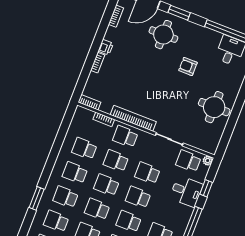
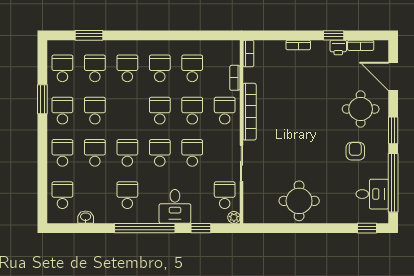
window: (179, 13) -> (393, 130), moved
window: (101, 33) -> (334, 35), added
printer: (106, 47) -> (338, 47), moved
armchair: (188, 66) -> (355, 151), moved
desk: (186, 191) -> (175, 206), moved
window: (37, 198) -> (89, 35), moved
school desk: (97, 209) -> (127, 111), removed

